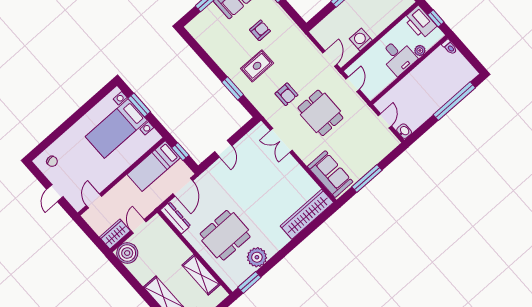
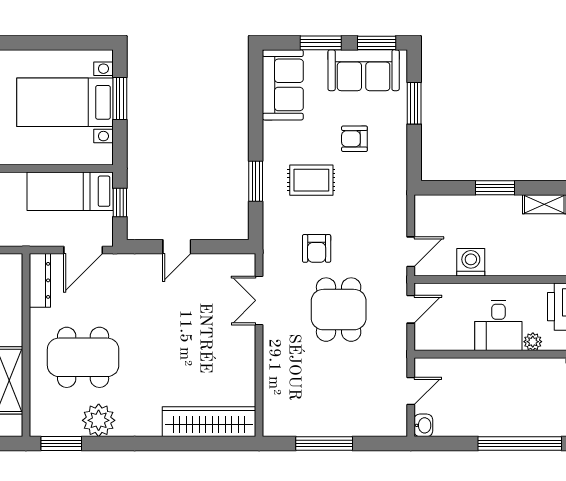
armchair: (260, 30) -> (354, 139), turned 180
sofa: (330, 174) -> (283, 85), moved

